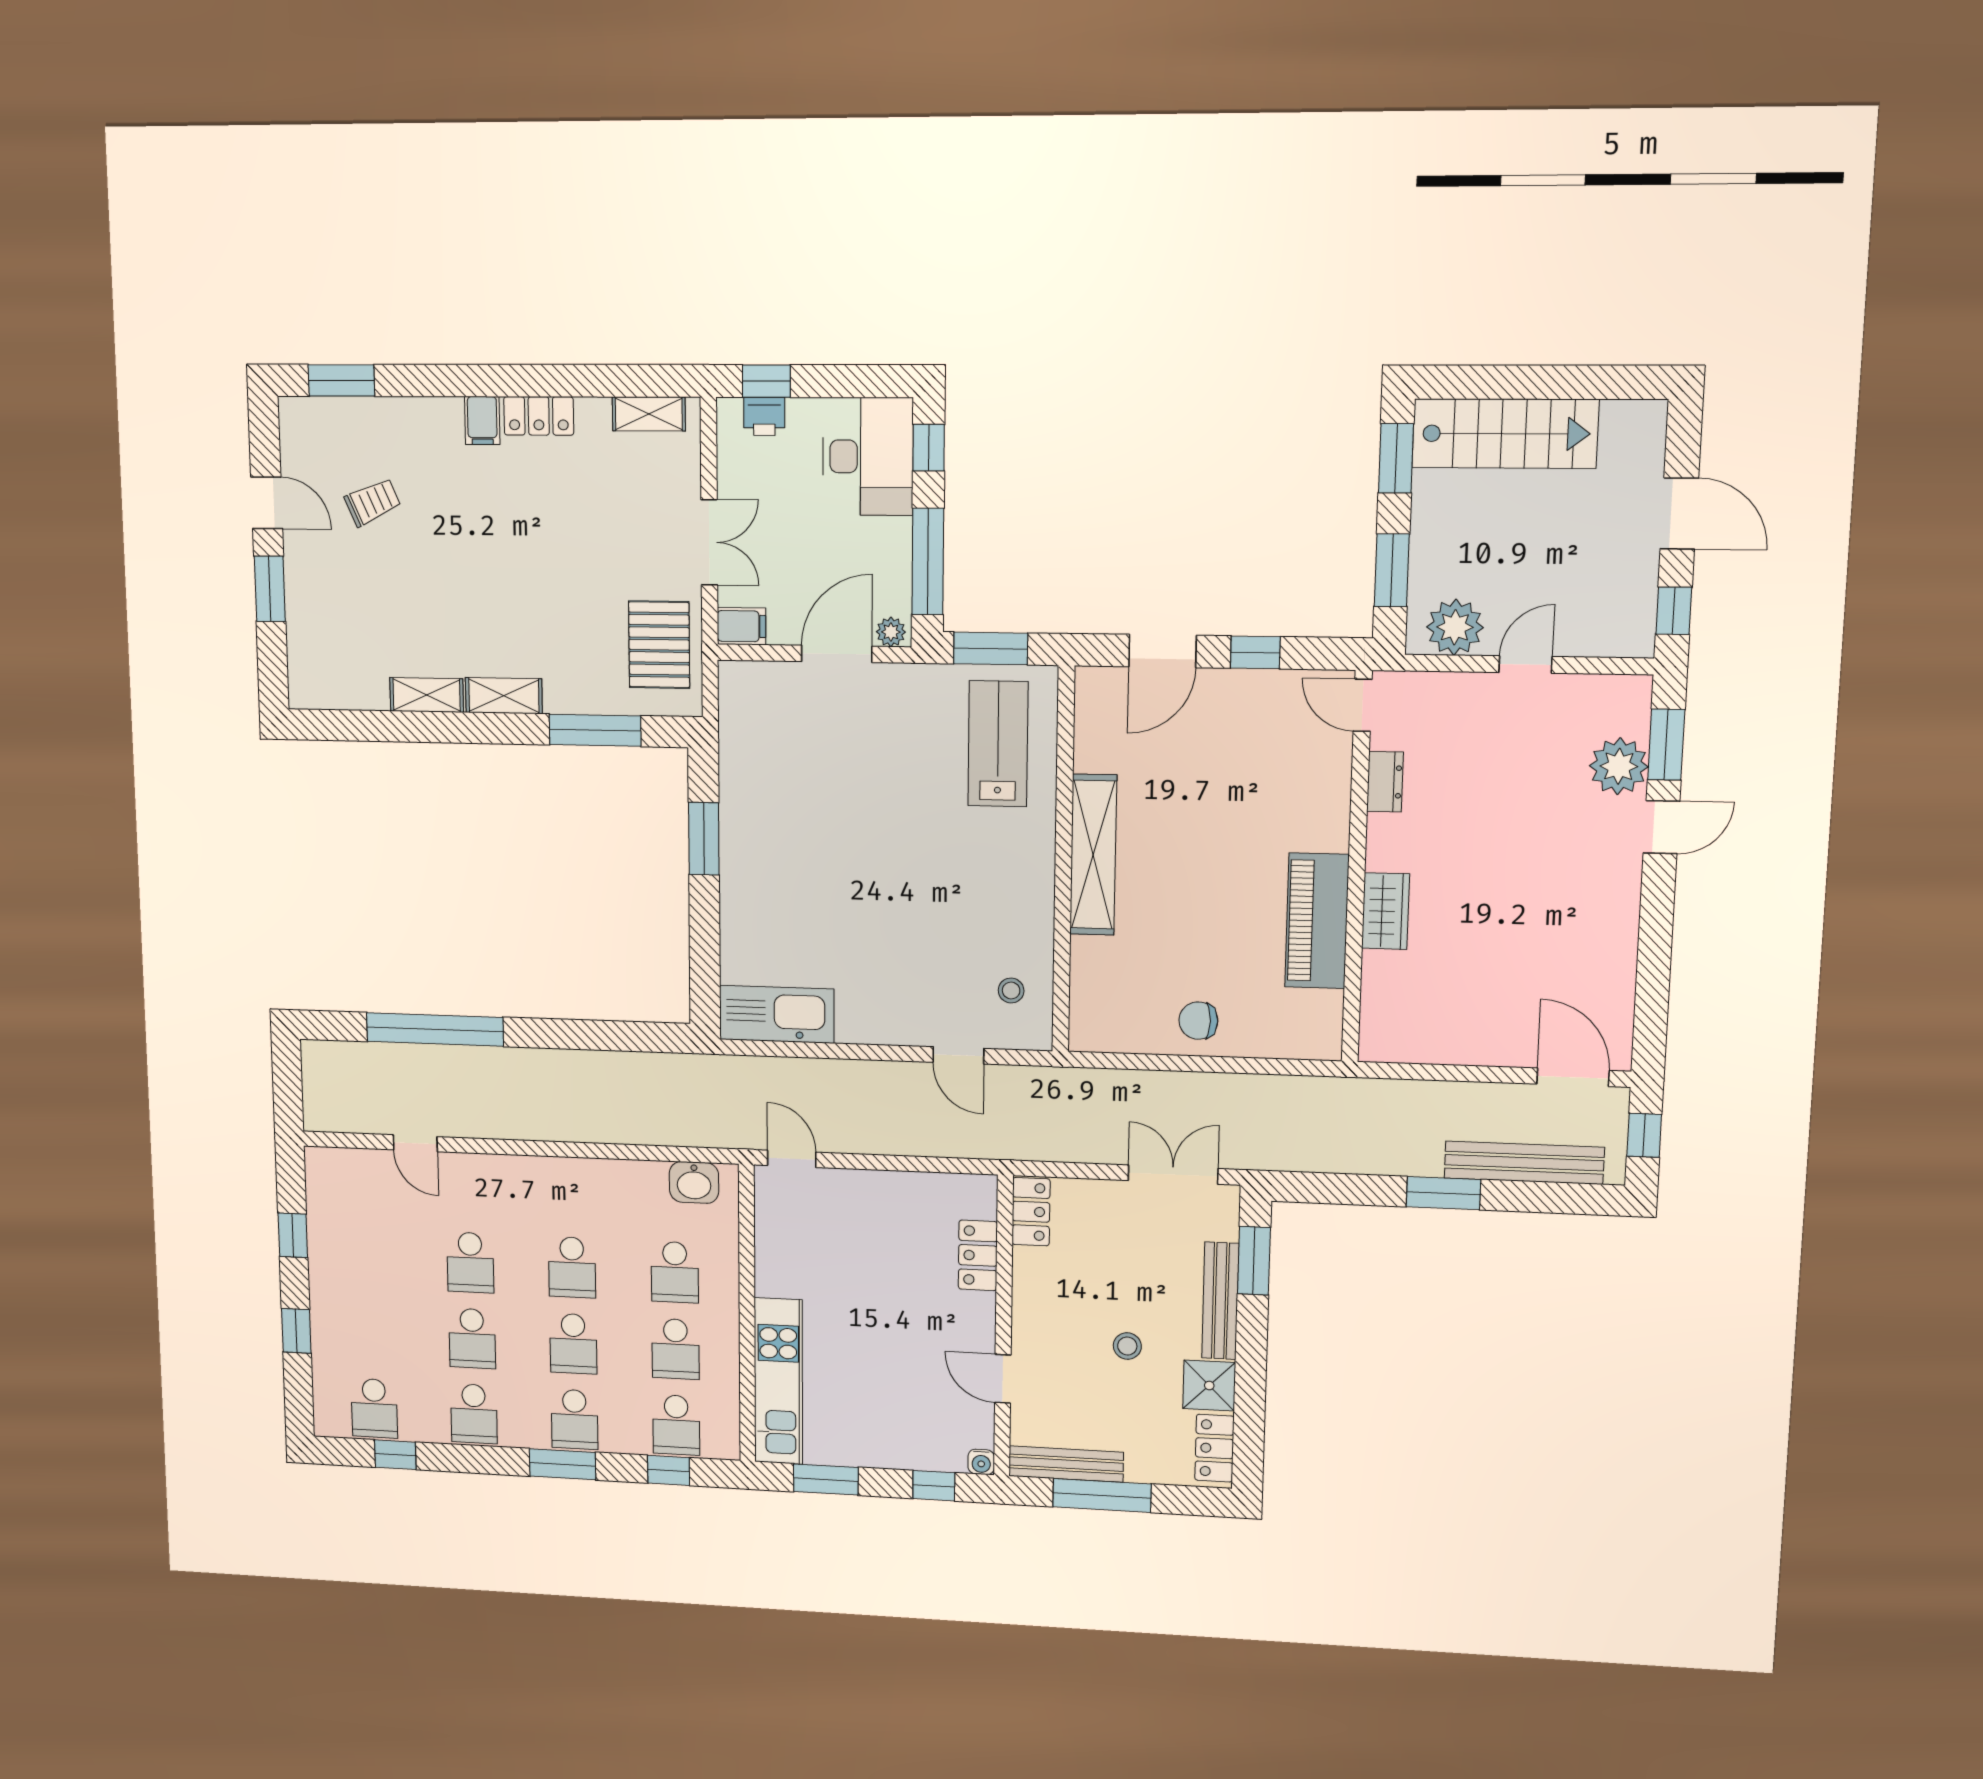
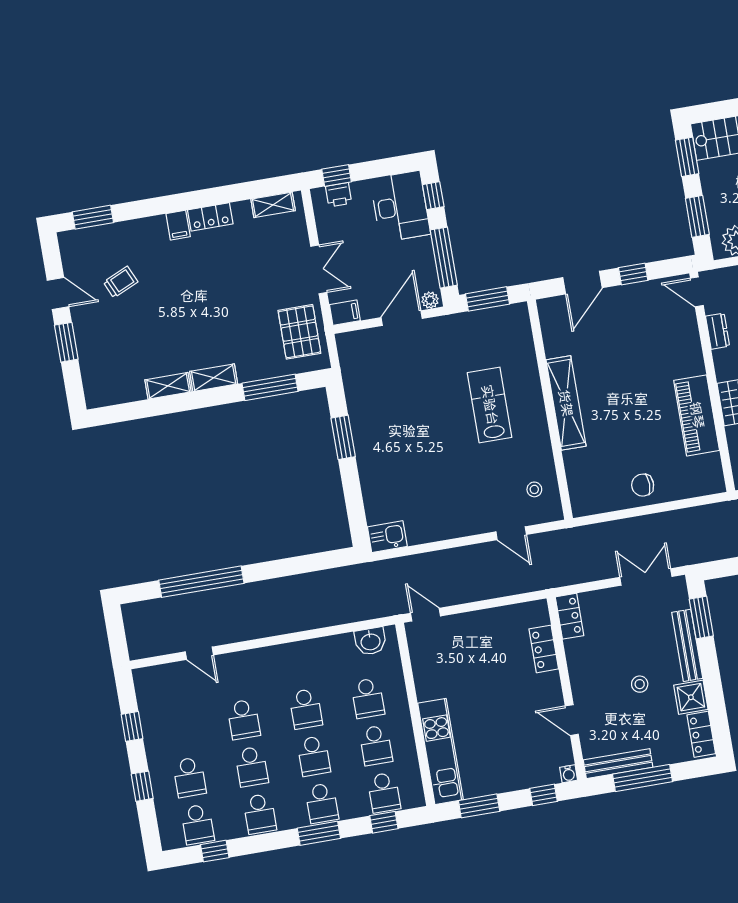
lab bench: (998, 744) -> (490, 405), moved
kitchen sink: (777, 1014) -> (387, 537), width x0.53, depth x0.81
school desk: (372, 1333) -> (190, 777), added

